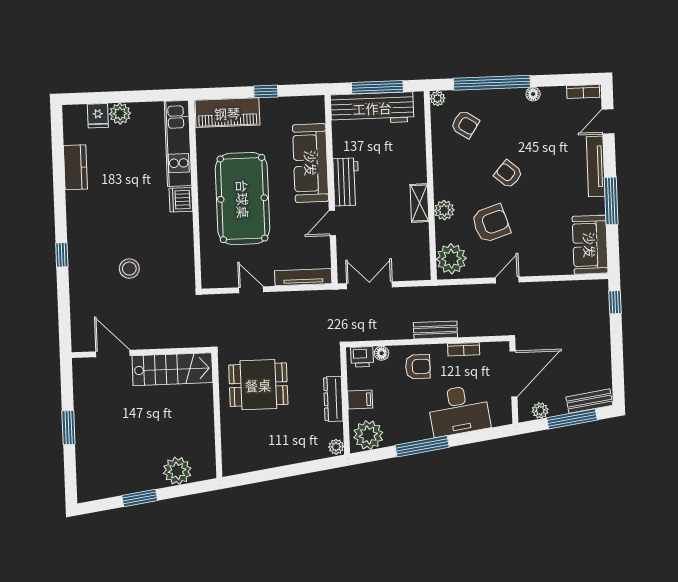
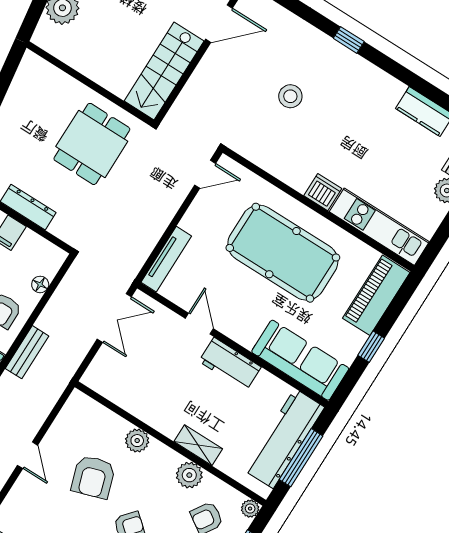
sofa: (311, 163) -> (300, 360), moved
shelving: (419, 203) -> (198, 445), moved
plant: (451, 259) -> (189, 475), moved, width x0.73, depth x0.73
door: (251, 290) -> (205, 174), moved
printer: (362, 357) -> (50, 263), removed

